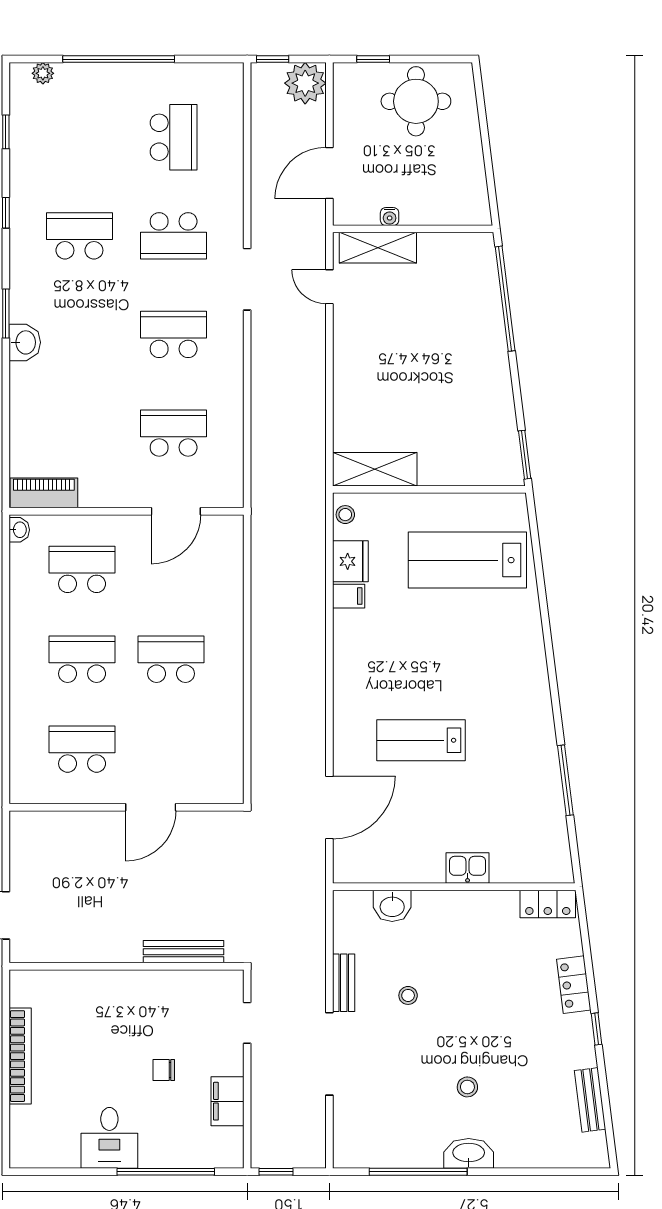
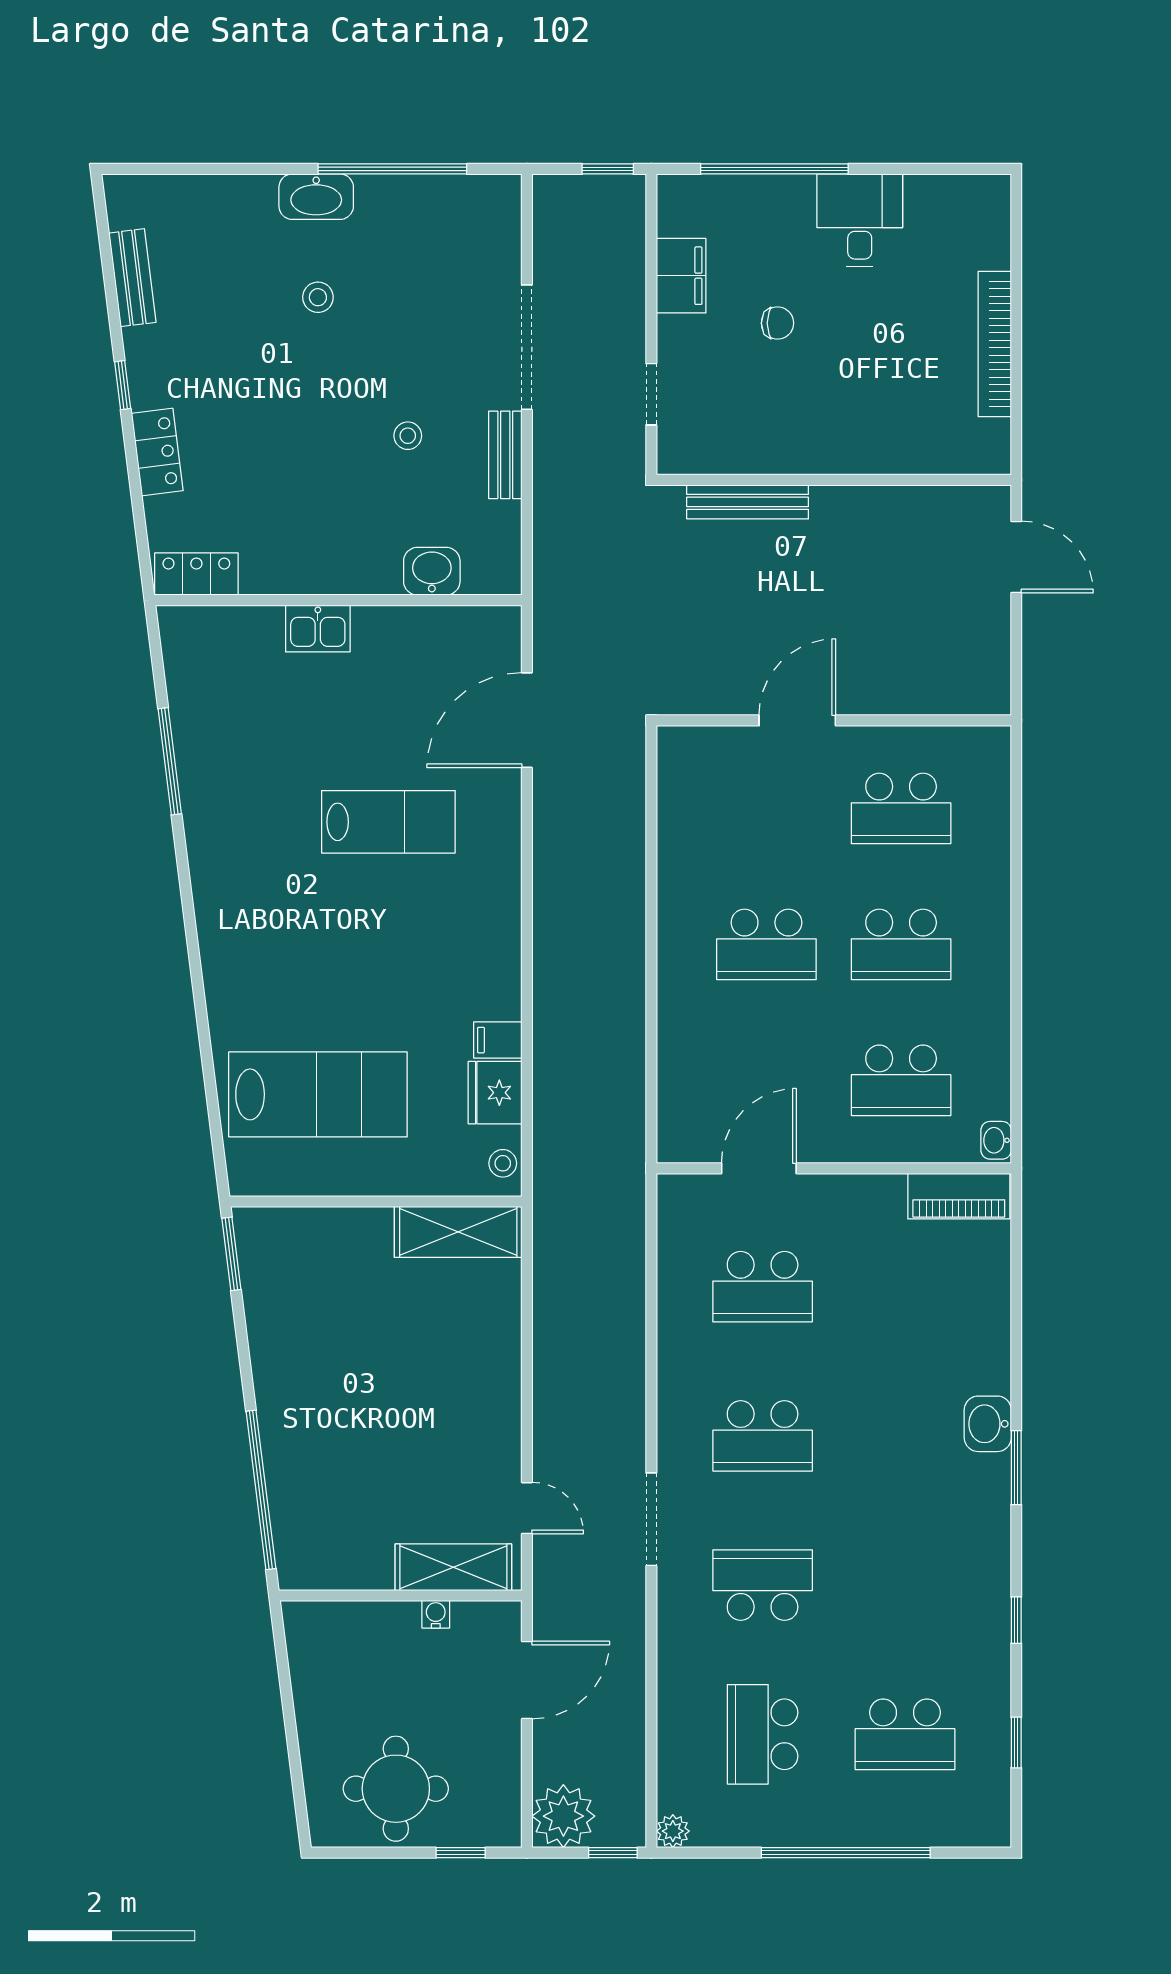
plant: (43, 73) -> (673, 1831), moved
school desk: (79, 236) -> (905, 1734), moved

